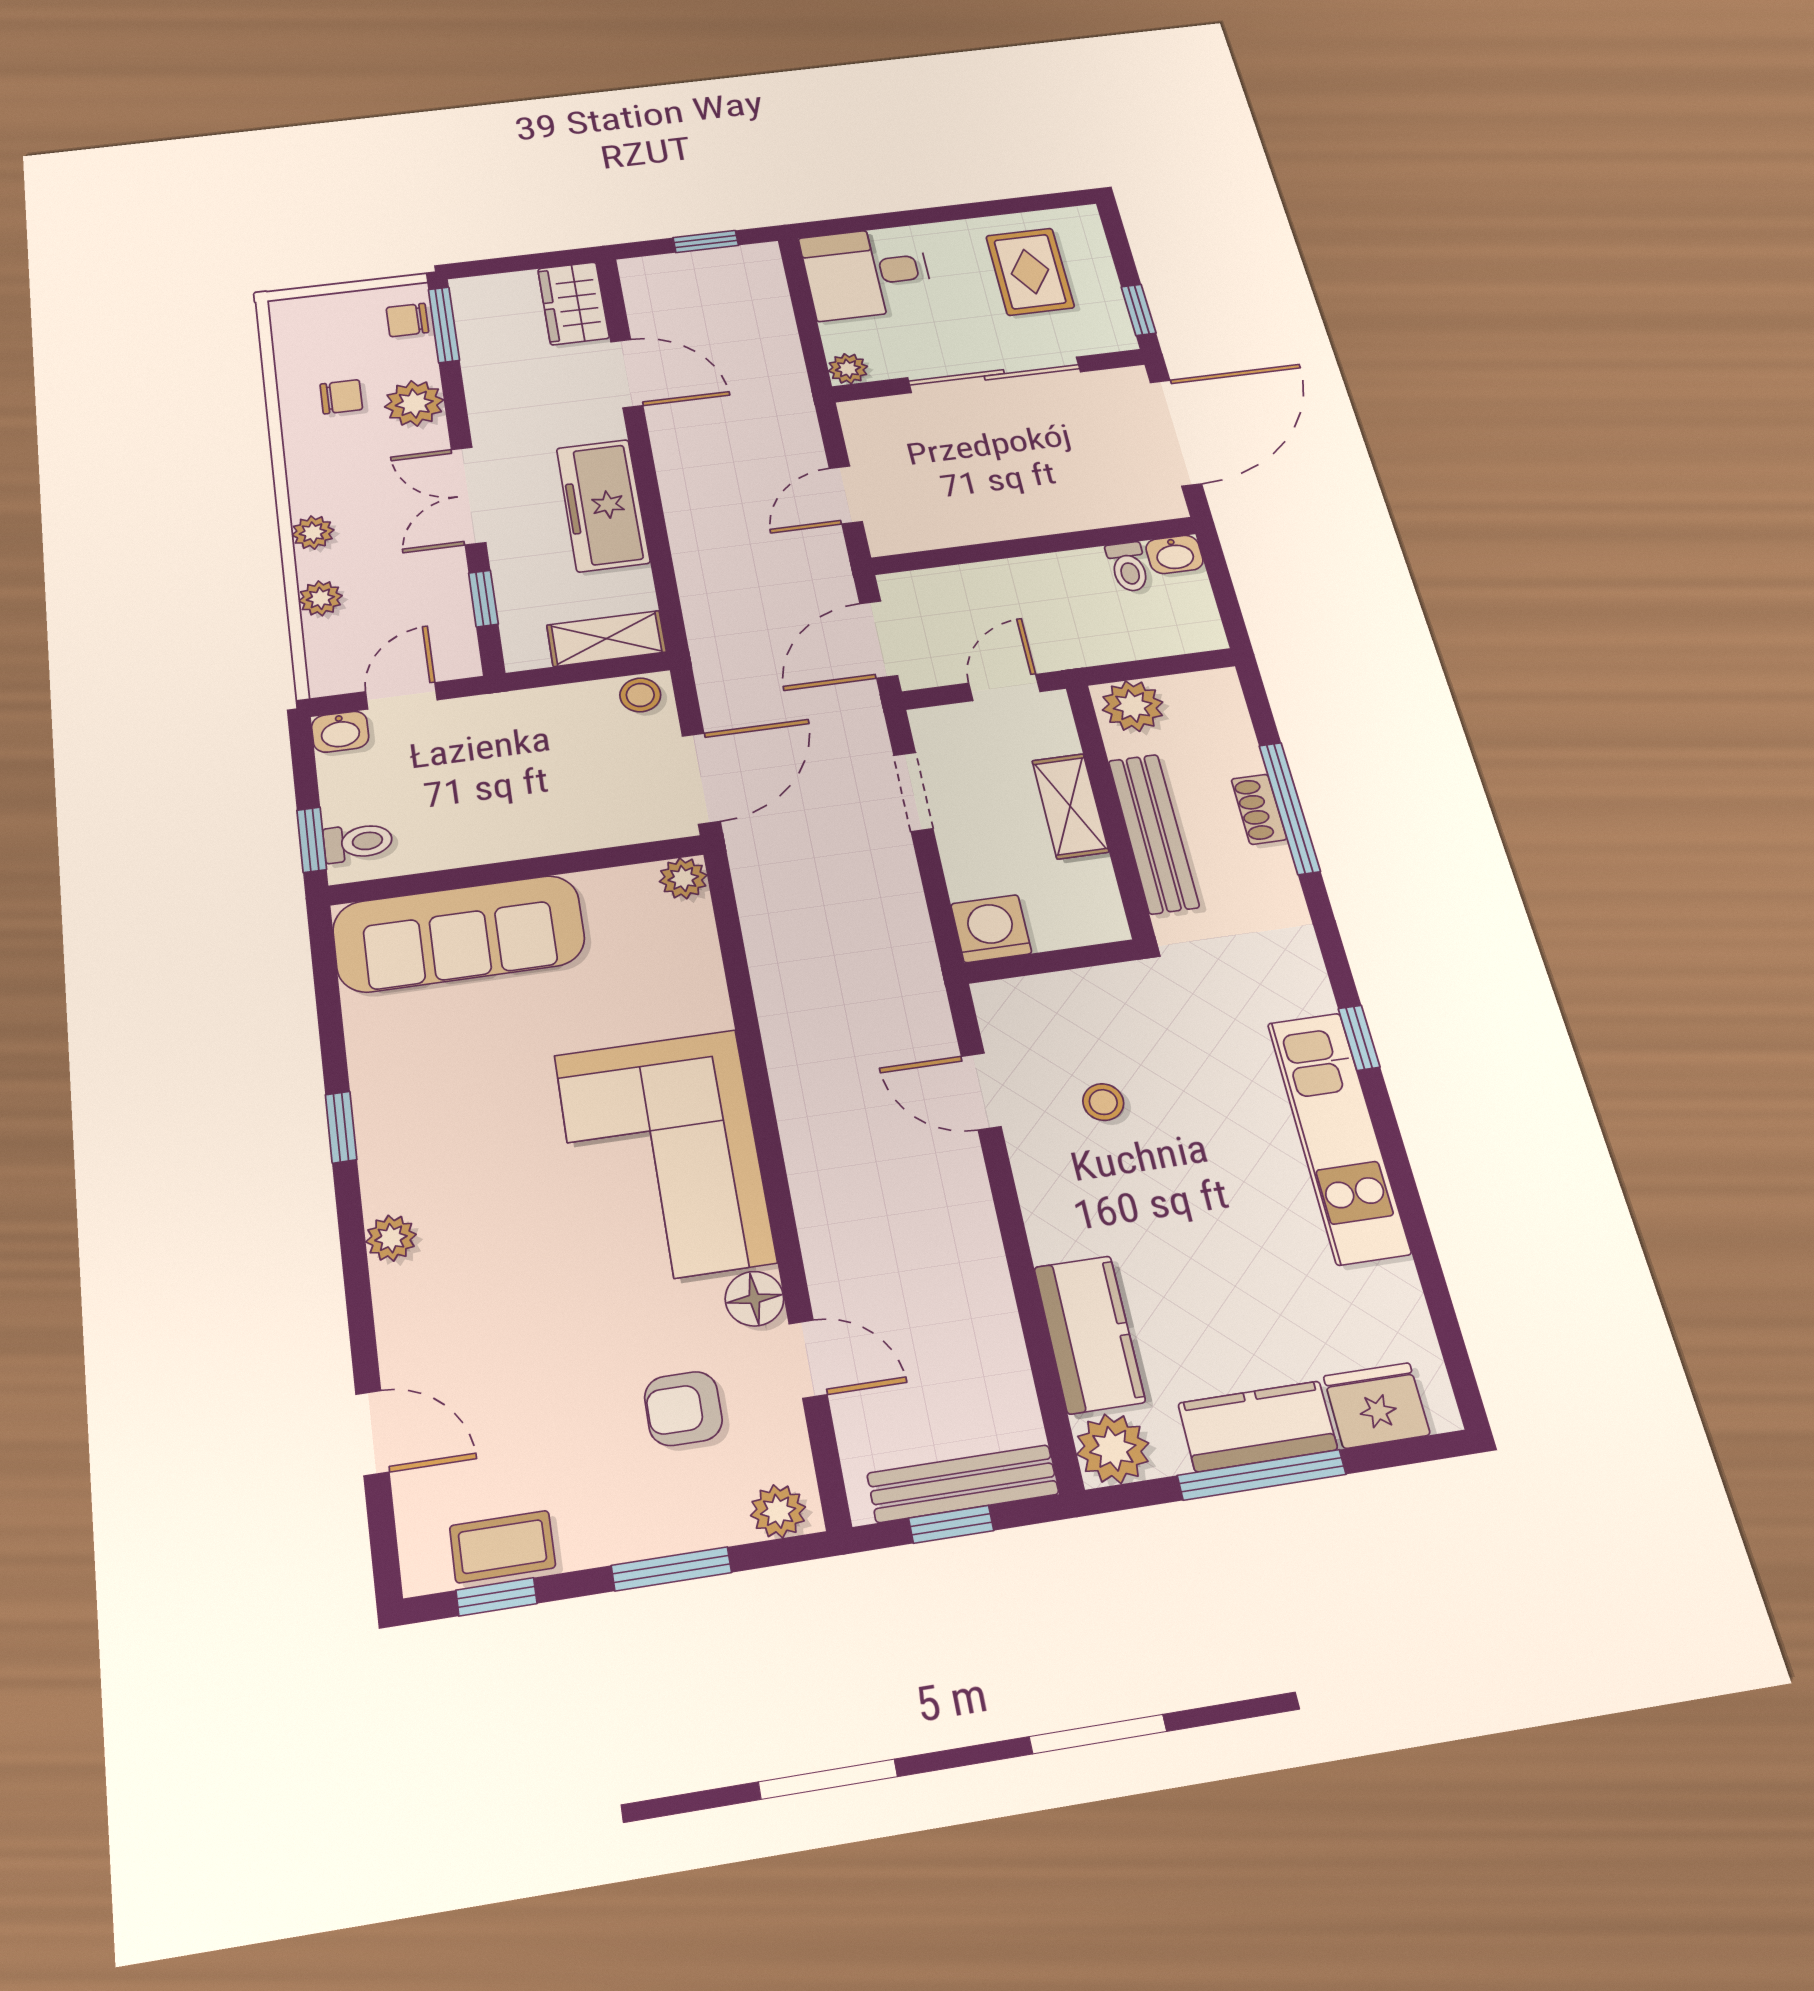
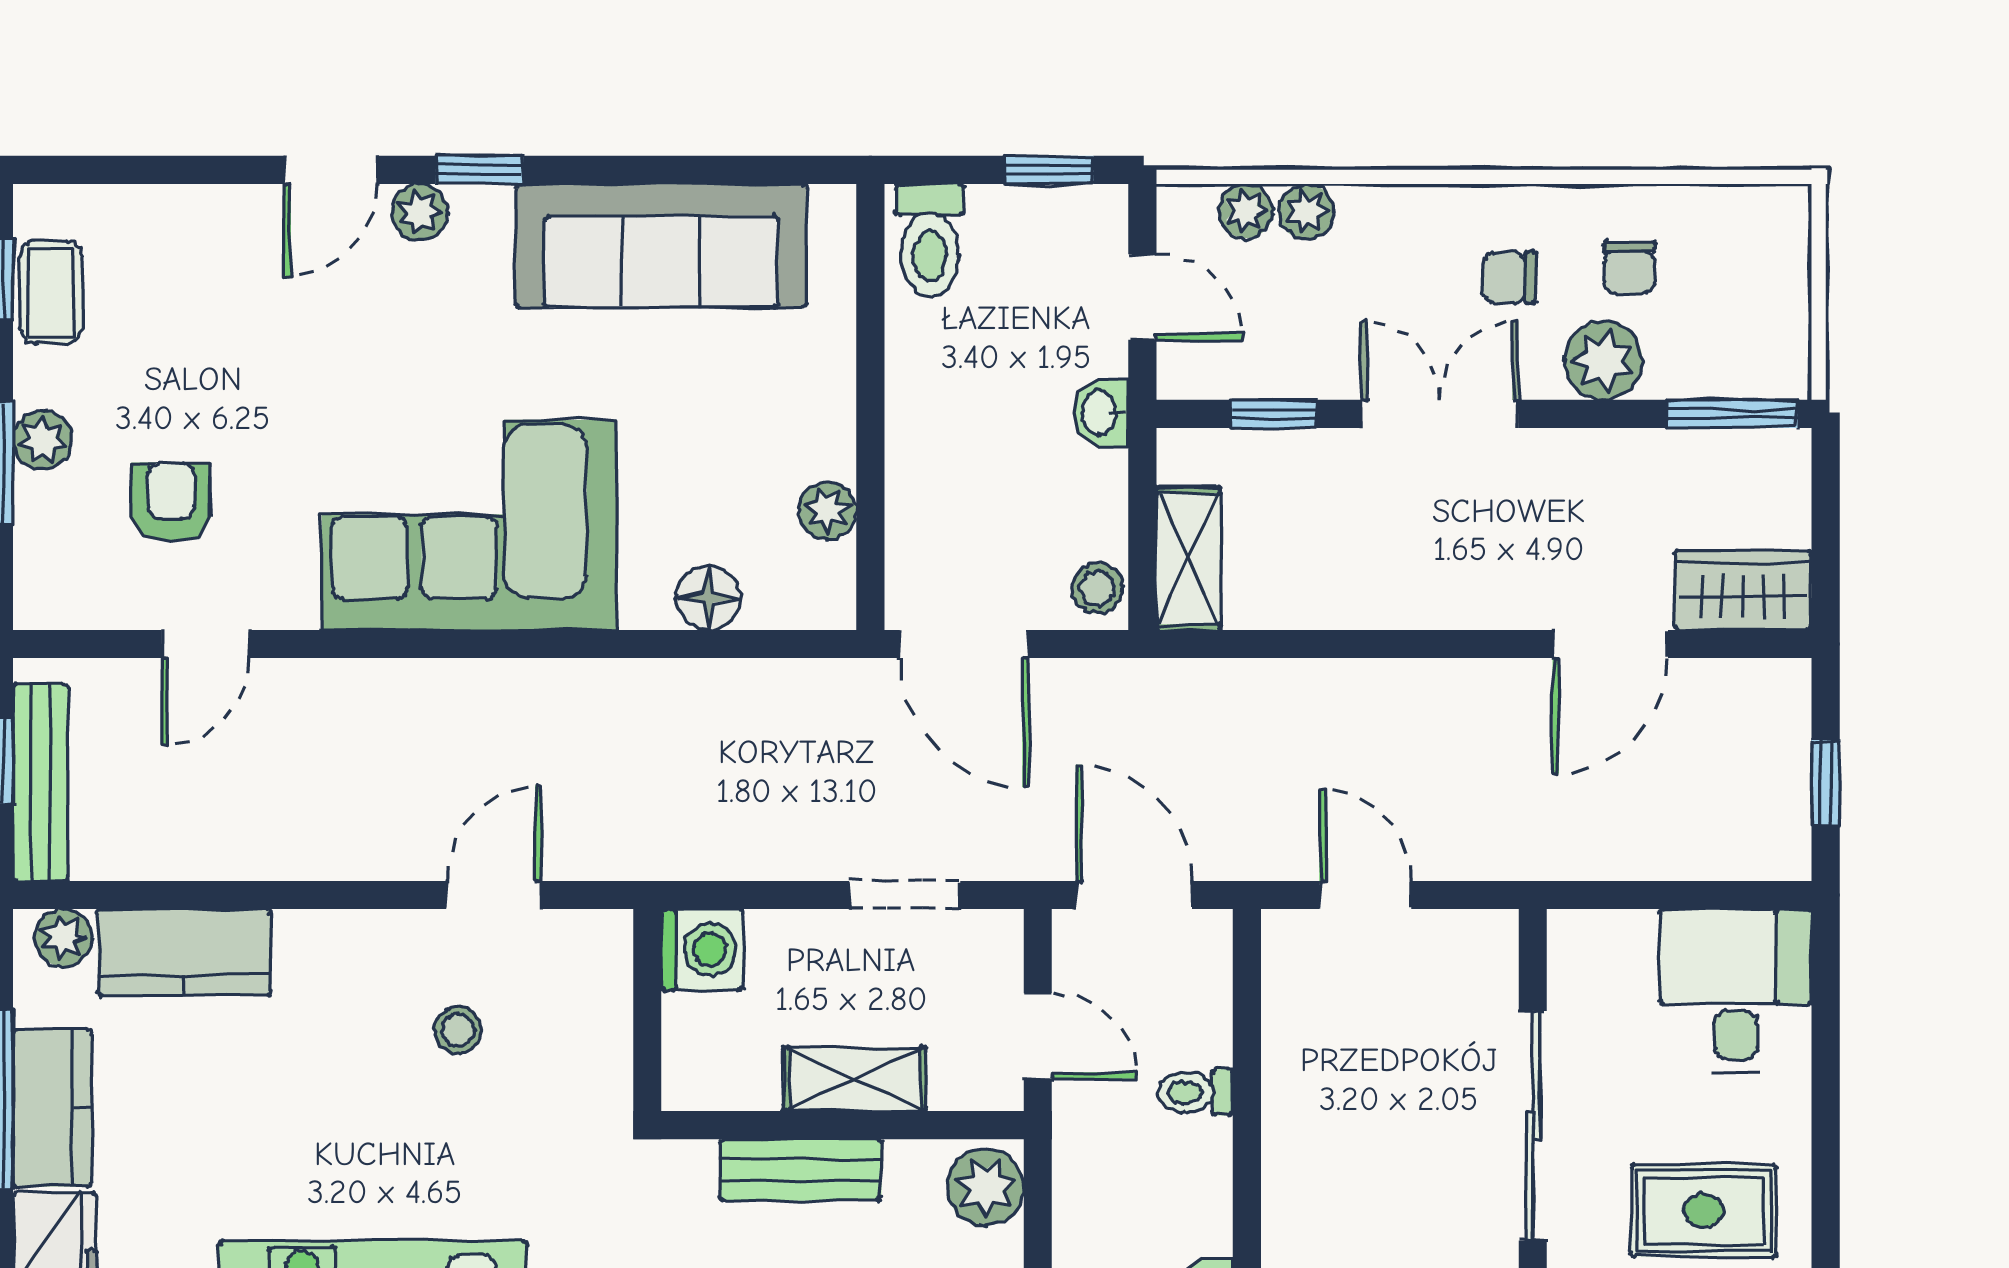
chair: (407, 320) -> (1509, 277), moved, turned -90
plant: (848, 369) -> (1573, 935), removed
freezer: (603, 505) -> (1397, 583), removed
plant: (313, 533) -> (1246, 211), moved
toilet: (1128, 567) -> (1195, 1092), moved
washbasin: (340, 732) -> (1101, 413), moved
bench: (1153, 833) -> (801, 1170), width x0.73
window: (312, 840) -> (1049, 170), moved
toilet: (358, 842) -> (930, 240), width x1.37, depth x1.39
plant: (683, 878) -> (828, 511), moved
sofa: (459, 934) -> (661, 246), moved, turned -90
window: (341, 1127) -> (479, 170), moved
floor lamp: (754, 1299) -> (708, 598), moved
door: (372, 1433) -> (331, 170), moved
plant: (1113, 1449) -> (63, 938), width x0.73, depth x0.73
plant: (778, 1511) -> (42, 440), moved

